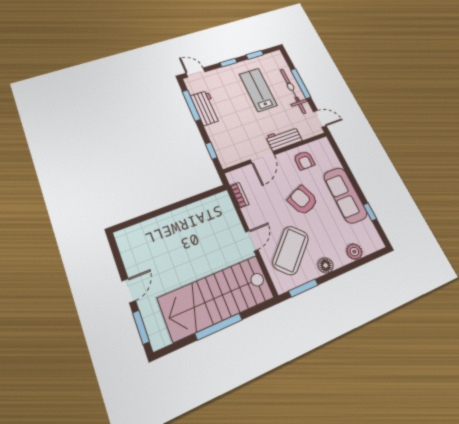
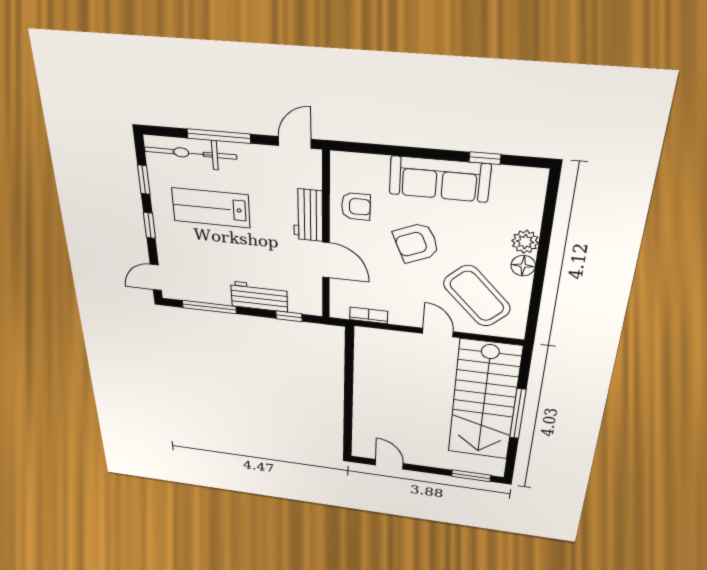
bicycle: (293, 91) -> (190, 153), moved
workbench: (206, 108) -> (259, 297), moved
plant: (354, 252) -> (525, 242), moved
window: (303, 288) -> (534, 308), removed
door: (129, 291) -> (389, 464), moved

